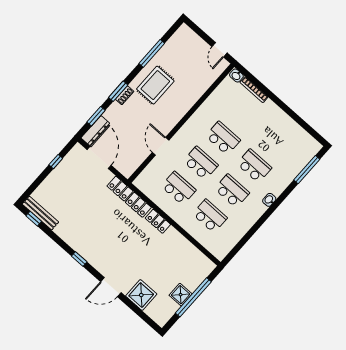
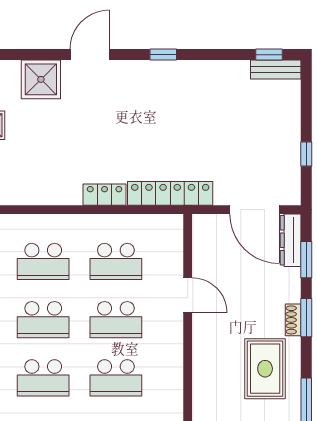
bench: (40, 213) -> (276, 70), width x0.73

